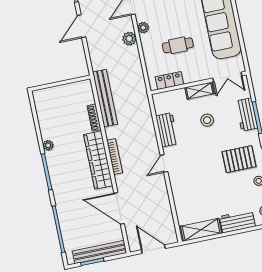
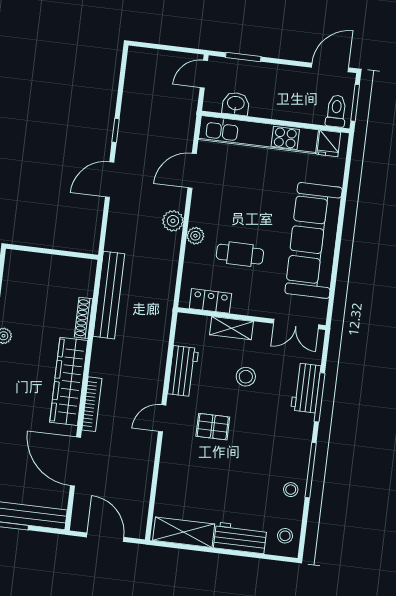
plant: (143, 28) -> (195, 236), moved
shelving: (200, 91) -> (232, 328), moved
bookcase: (115, 157) -> (92, 404), moved
pallet: (239, 159) -> (213, 427), moved, width x0.67, depth x0.71

